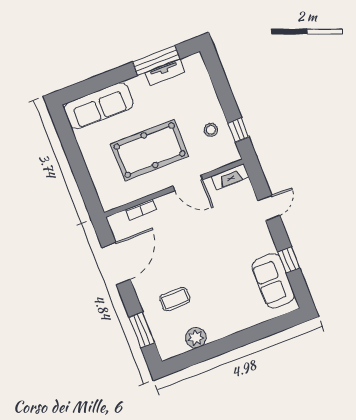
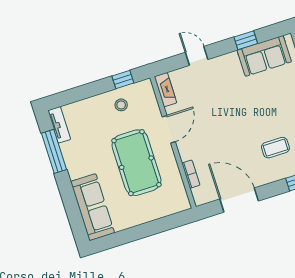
tv unit: (165, 72) -> (59, 125), moved
coffee table: (175, 299) -> (275, 148), turned 90

